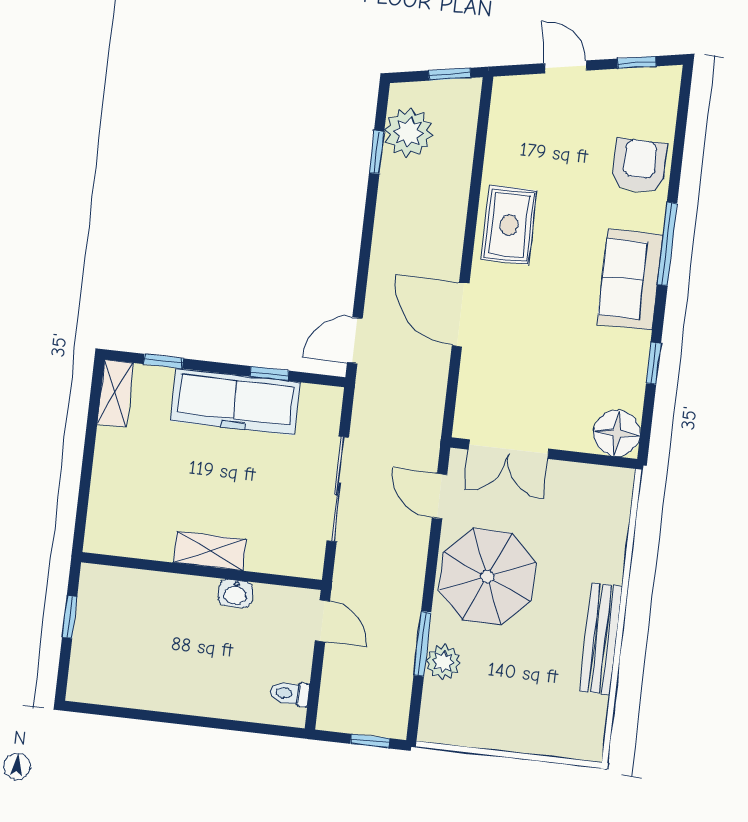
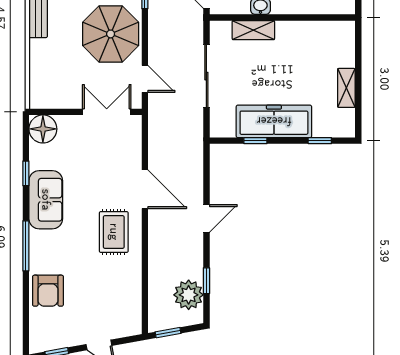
rug: (509, 225) -> (114, 232), moved
sofa: (630, 279) -> (46, 200), moved
door: (355, 340) -> (206, 218), moved
shelving: (115, 393) -> (346, 88), moved
shelving: (210, 551) -> (253, 30), moved

